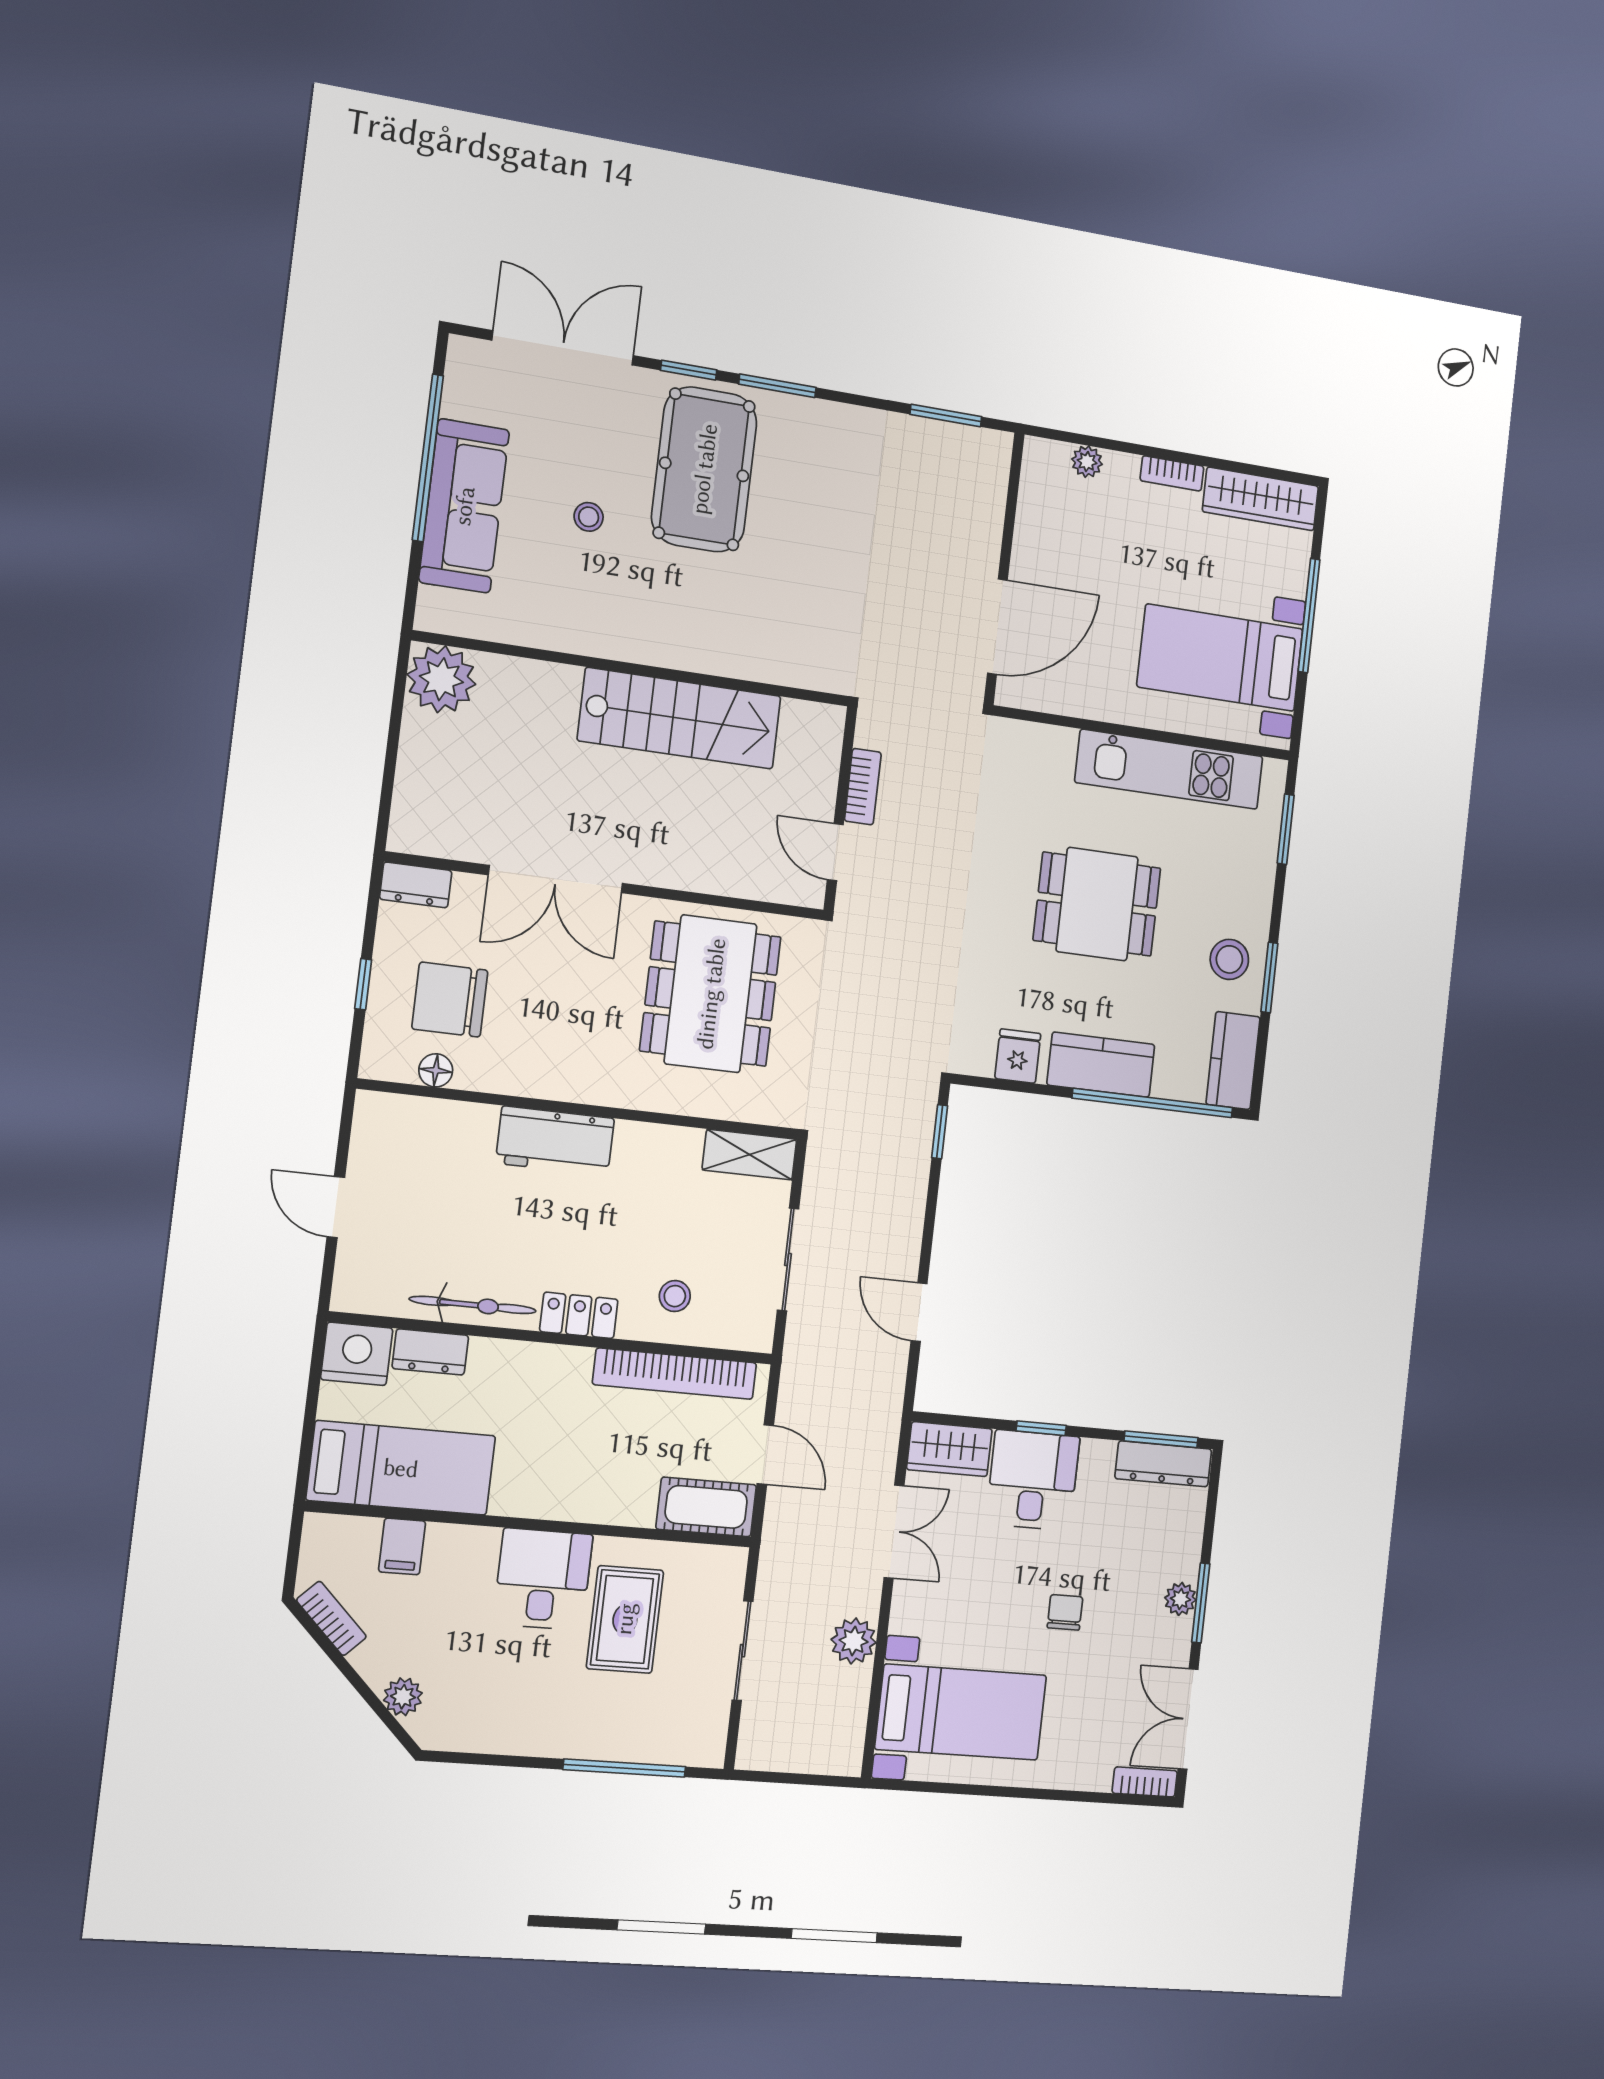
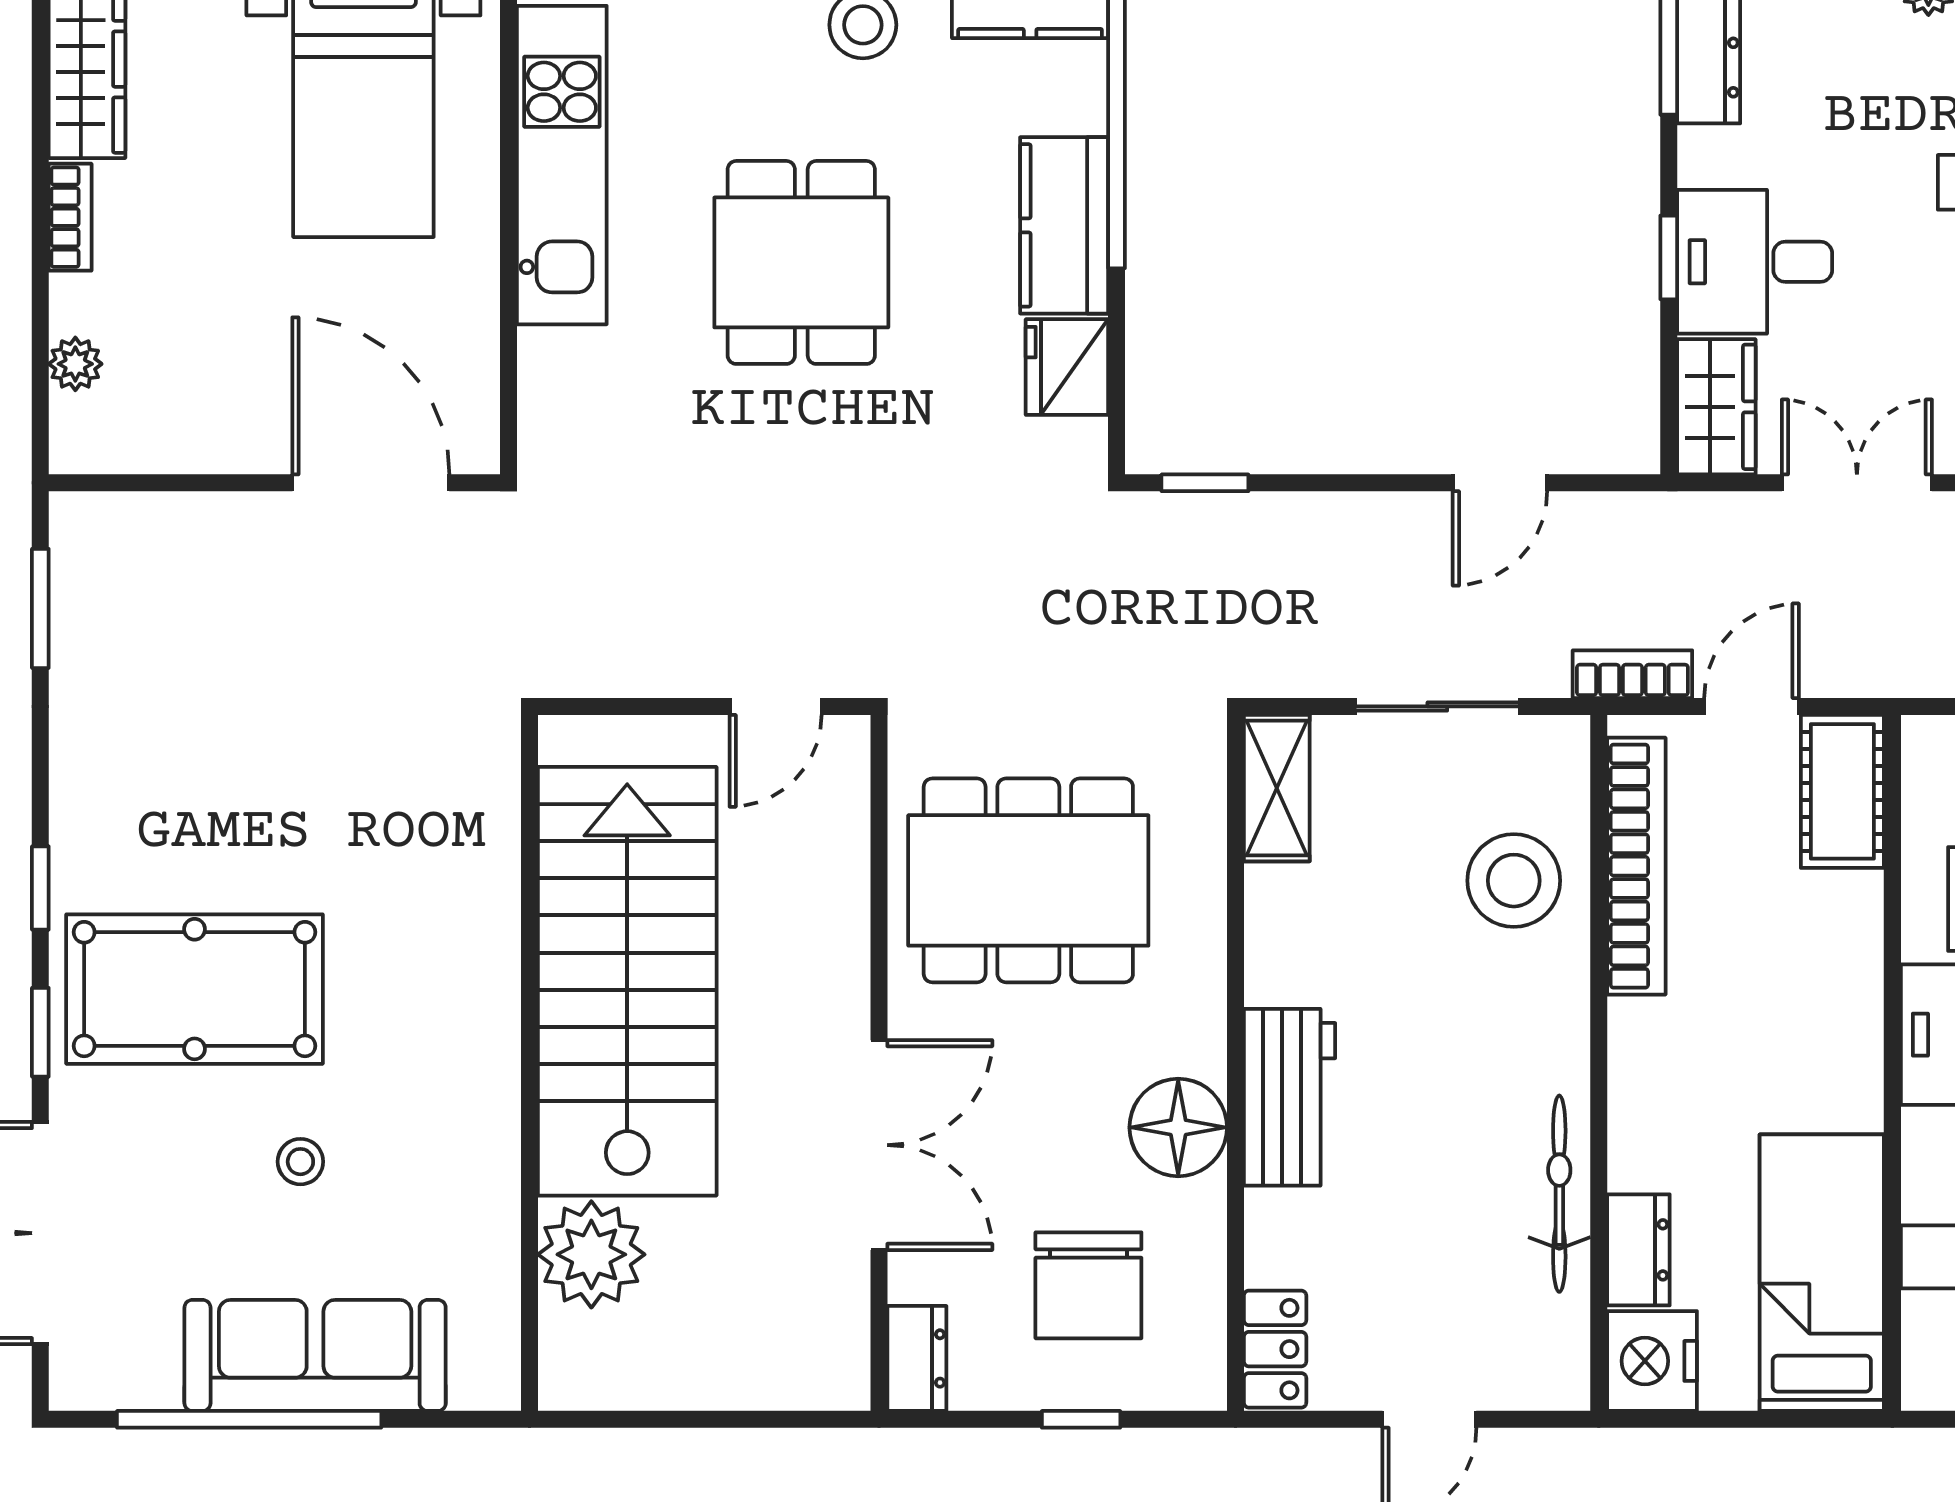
window: (777, 386) -> (40, 888), width x0.67
plant: (441, 679) -> (591, 1254), moved
stairs: (680, 718) -> (627, 981), width x1.36, depth x1.51
bookcase: (863, 787) -> (1632, 674), moved
fridge: (1018, 1056) -> (1067, 367), width x1.38
floor lamp: (436, 1070) -> (1178, 1127), moved, width x1.89, depth x1.89
stool: (675, 1296) -> (1514, 881), width x1.89, depth x1.89
locker: (579, 1315) -> (1275, 1349), moved, turned 180

